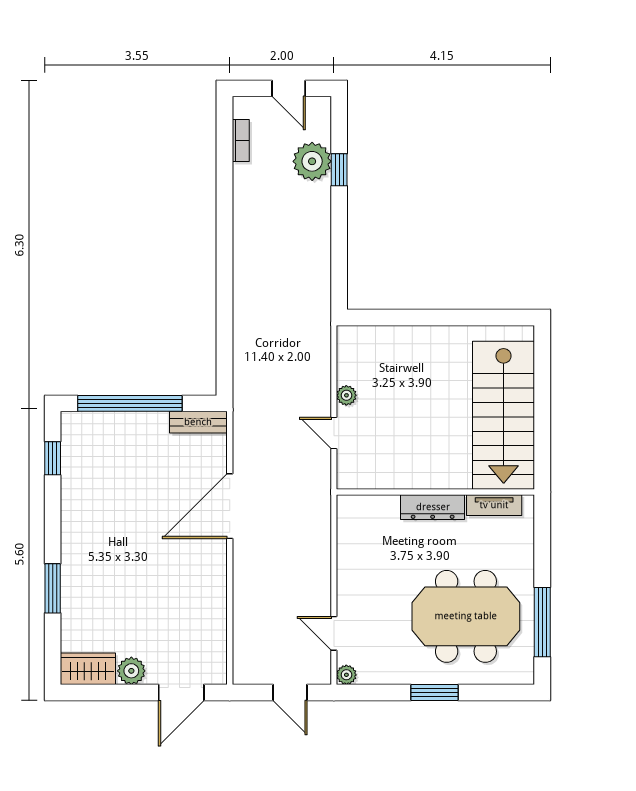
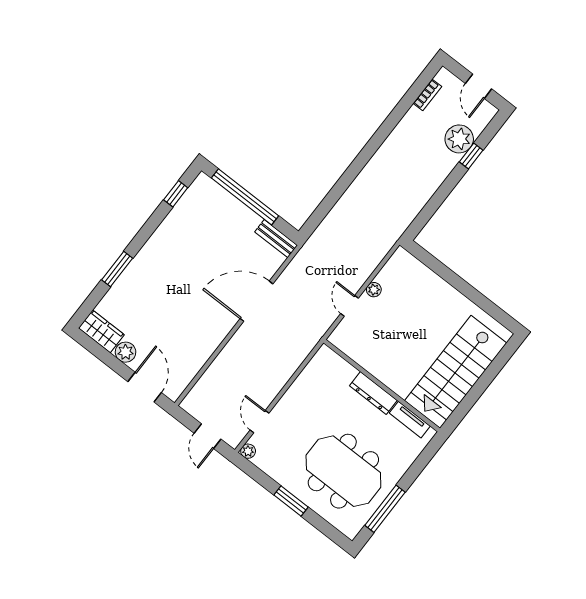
door: (181, 693) -> (145, 387), swing flipped

